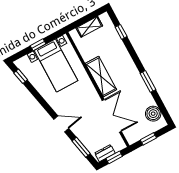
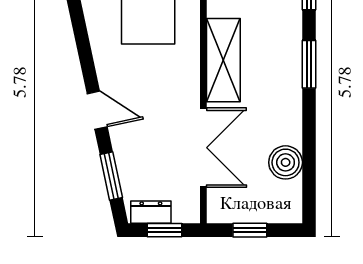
window: (148, 81) -> (309, 64), moved
boiler: (153, 114) -> (286, 162), moved

